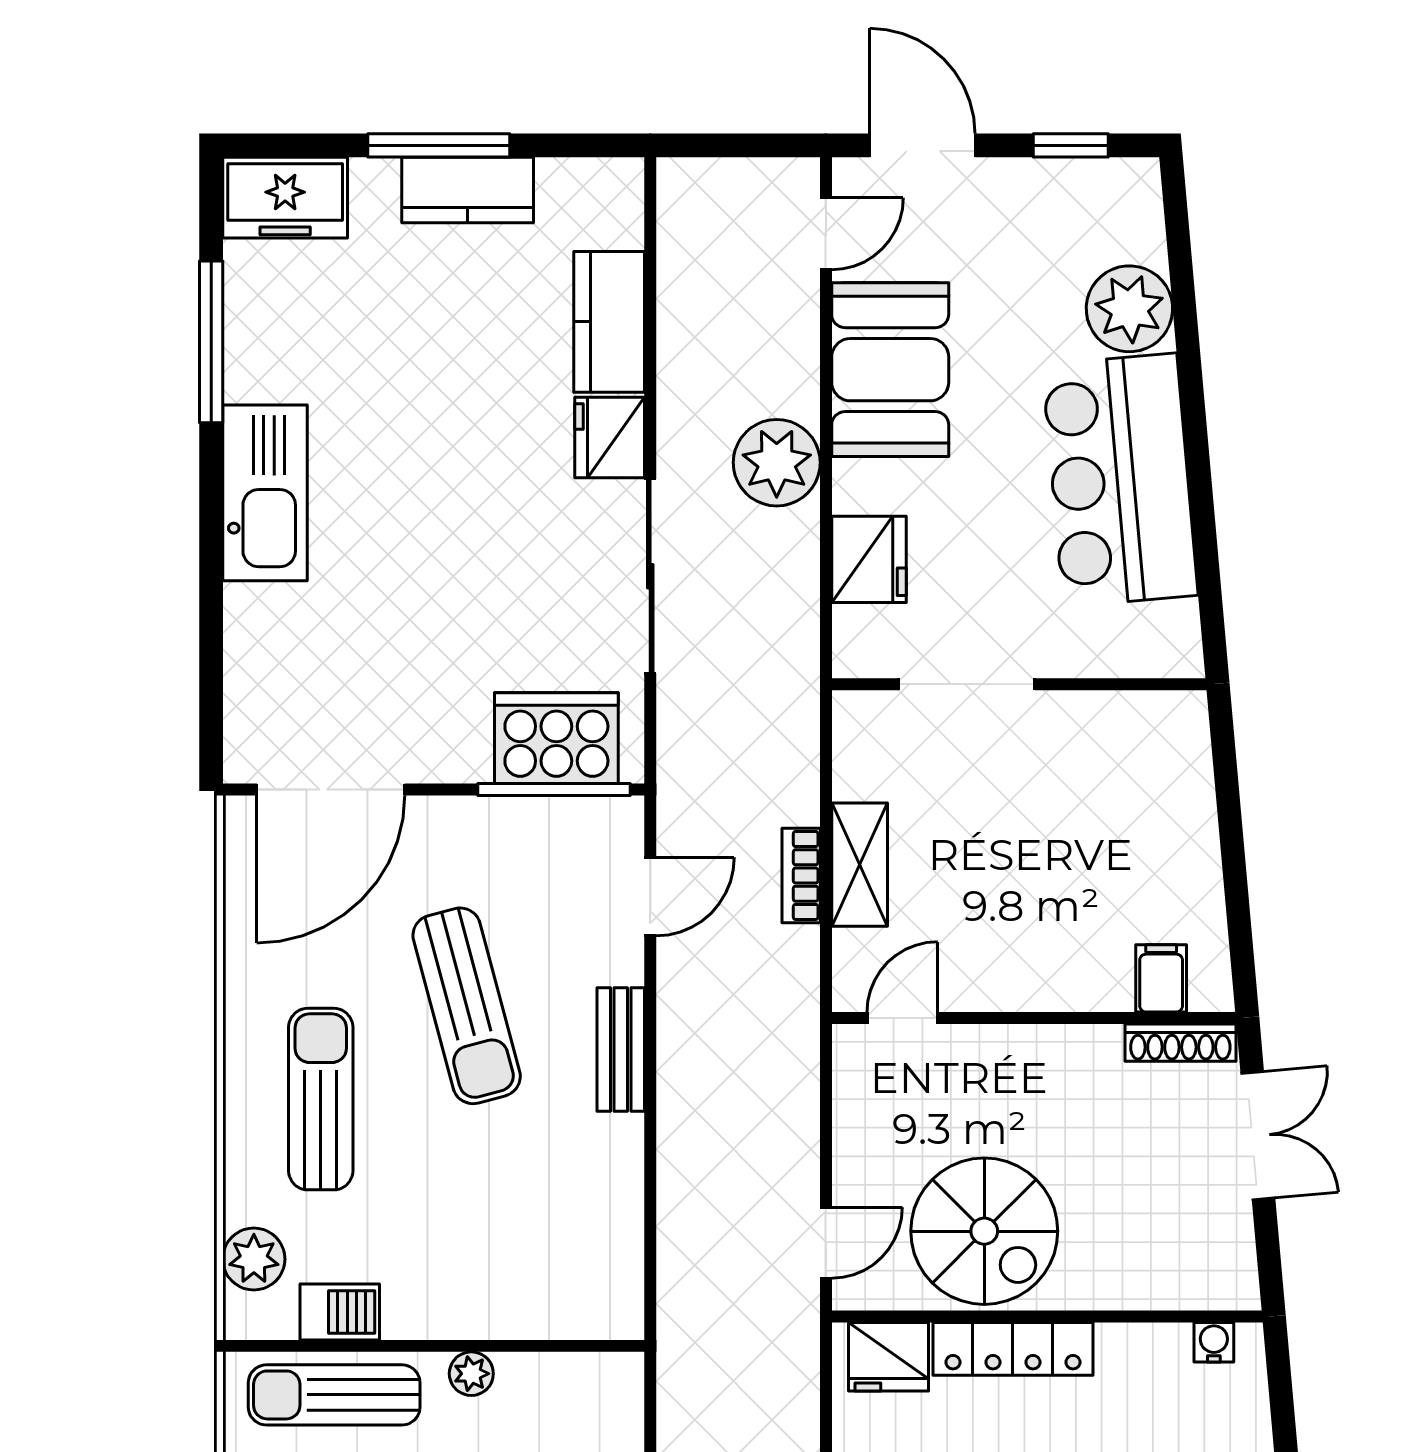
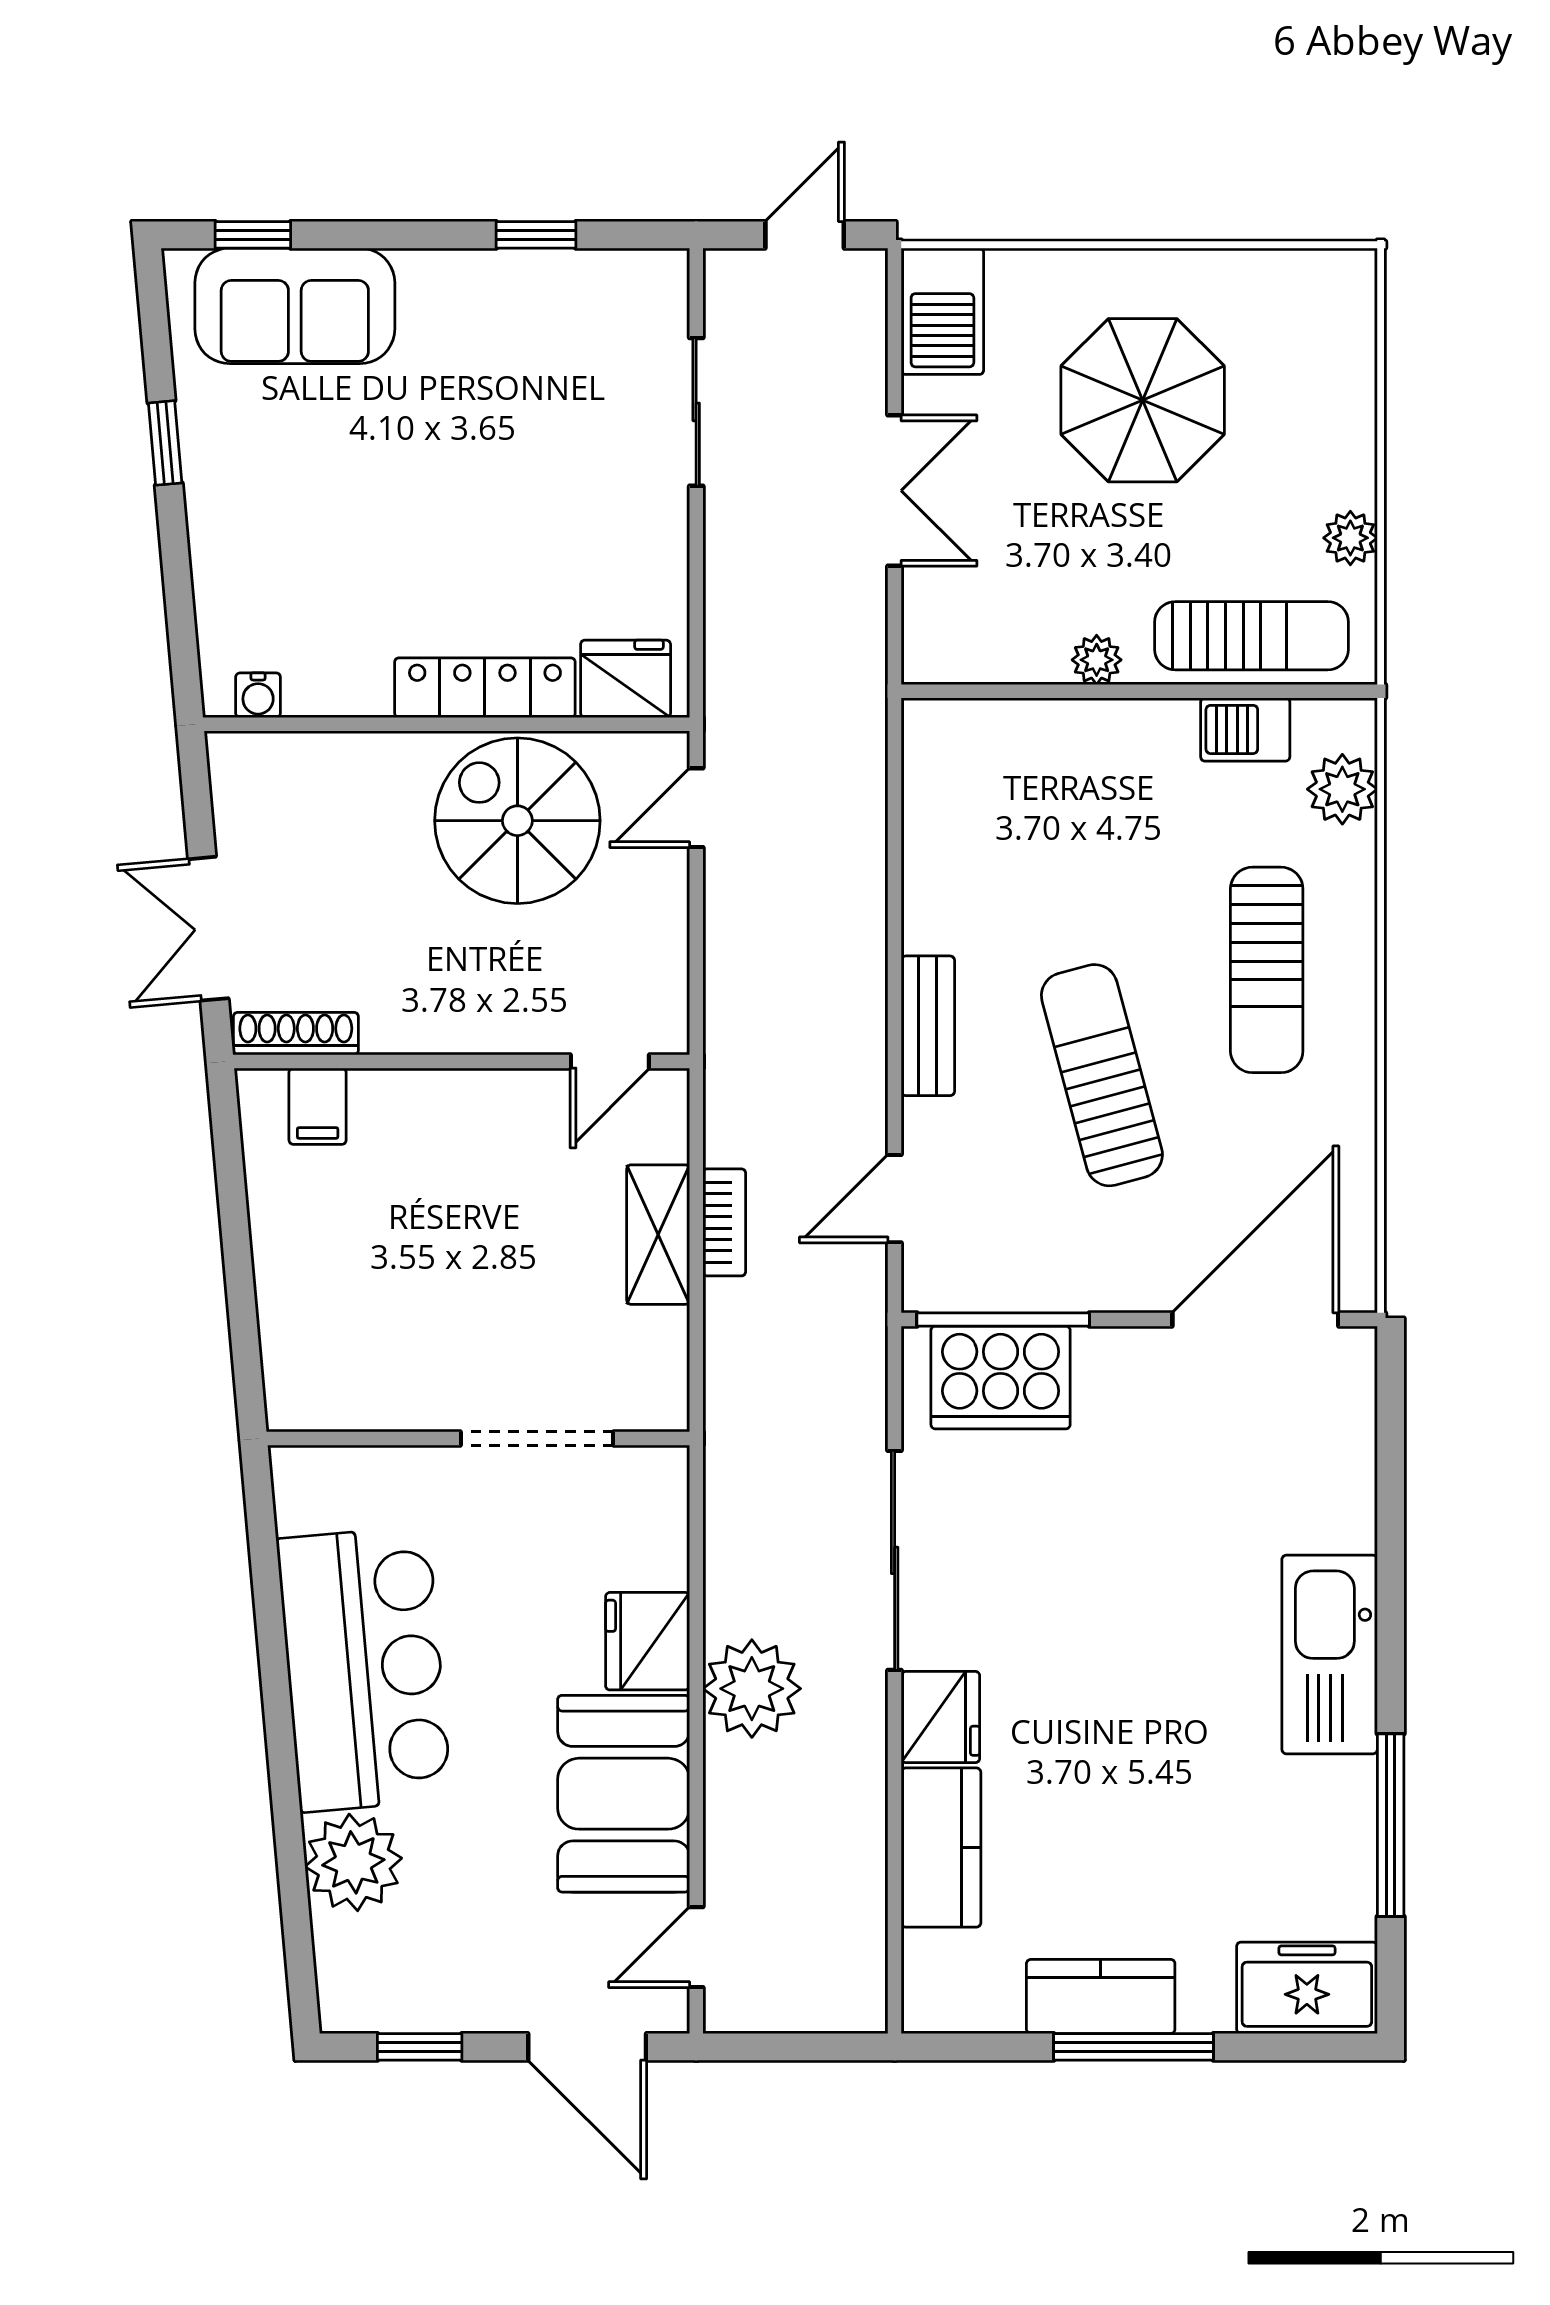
fridge: (869, 559) -> (648, 1641), moved

